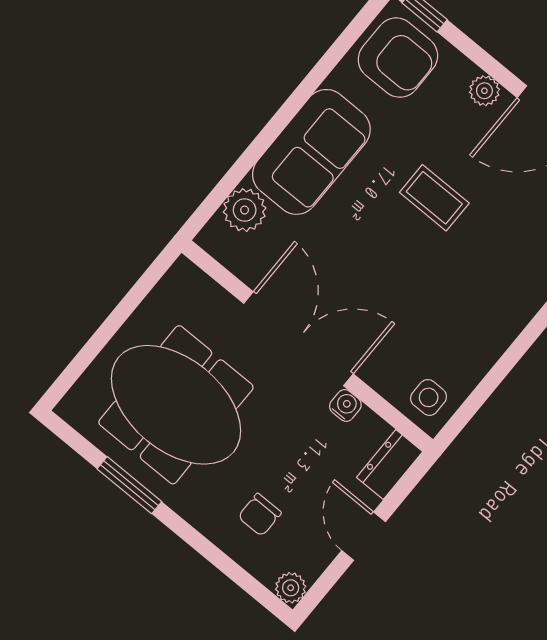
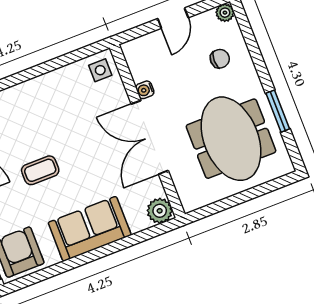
coffee table: (434, 198) -> (40, 170), turned 90
plant: (245, 210) -> (160, 211), moved
dresser: (390, 464) -> (139, 47), removed

